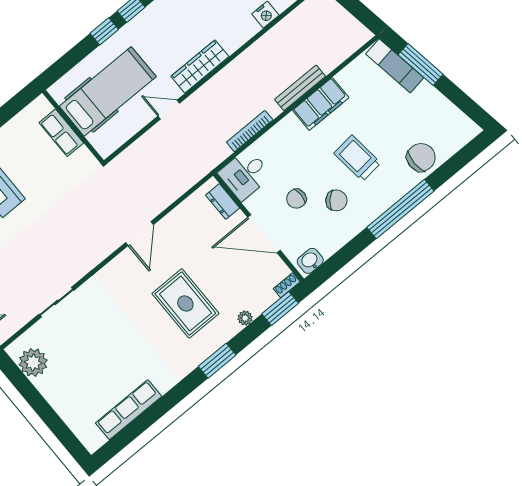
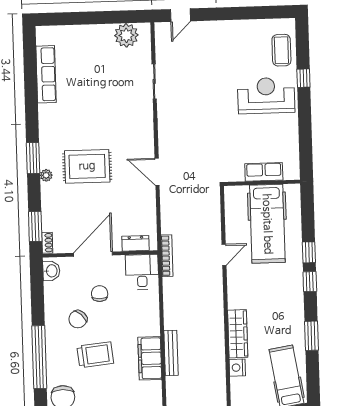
wardrobe: (200, 66) -> (238, 334), moved
bookcase: (250, 131) -> (167, 256), moved
plant: (245, 318) -> (46, 175), moved

